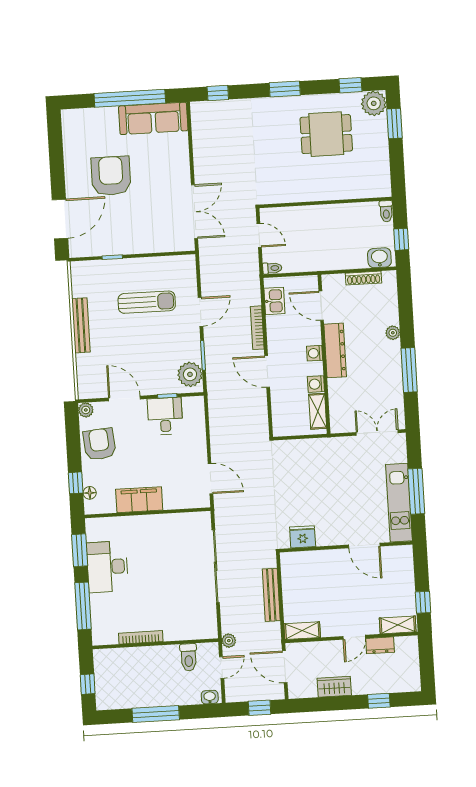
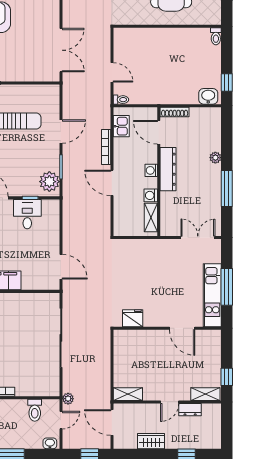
wall: (326, 202) -> (167, 26), moved
toilet: (386, 211) -> (216, 36), moved
shoe rack: (364, 278) -> (175, 112), moved
bench: (271, 595) -> (105, 364), removed

